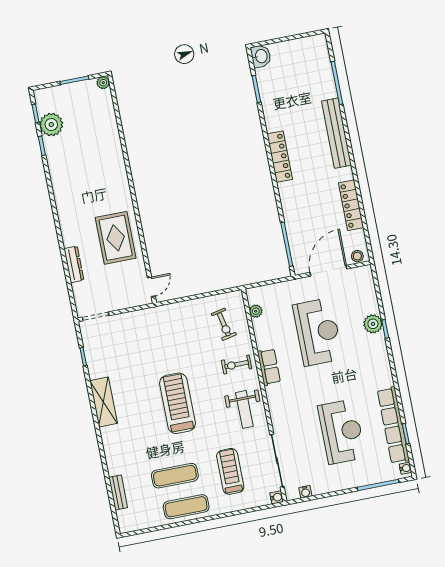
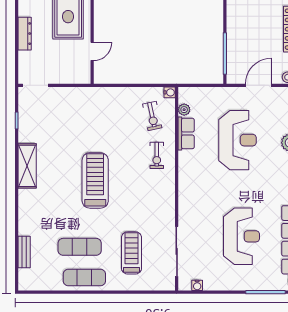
door: (328, 271) -> (258, 85), width x0.73
door: (151, 287) -> (92, 51), moved
exercise bike: (237, 365) -> (157, 155), turned -90
row of seats: (269, 367) -> (186, 133), moved
weight bench: (244, 409) -> (156, 198), removed
water cooler: (277, 497) -> (170, 92), moved

